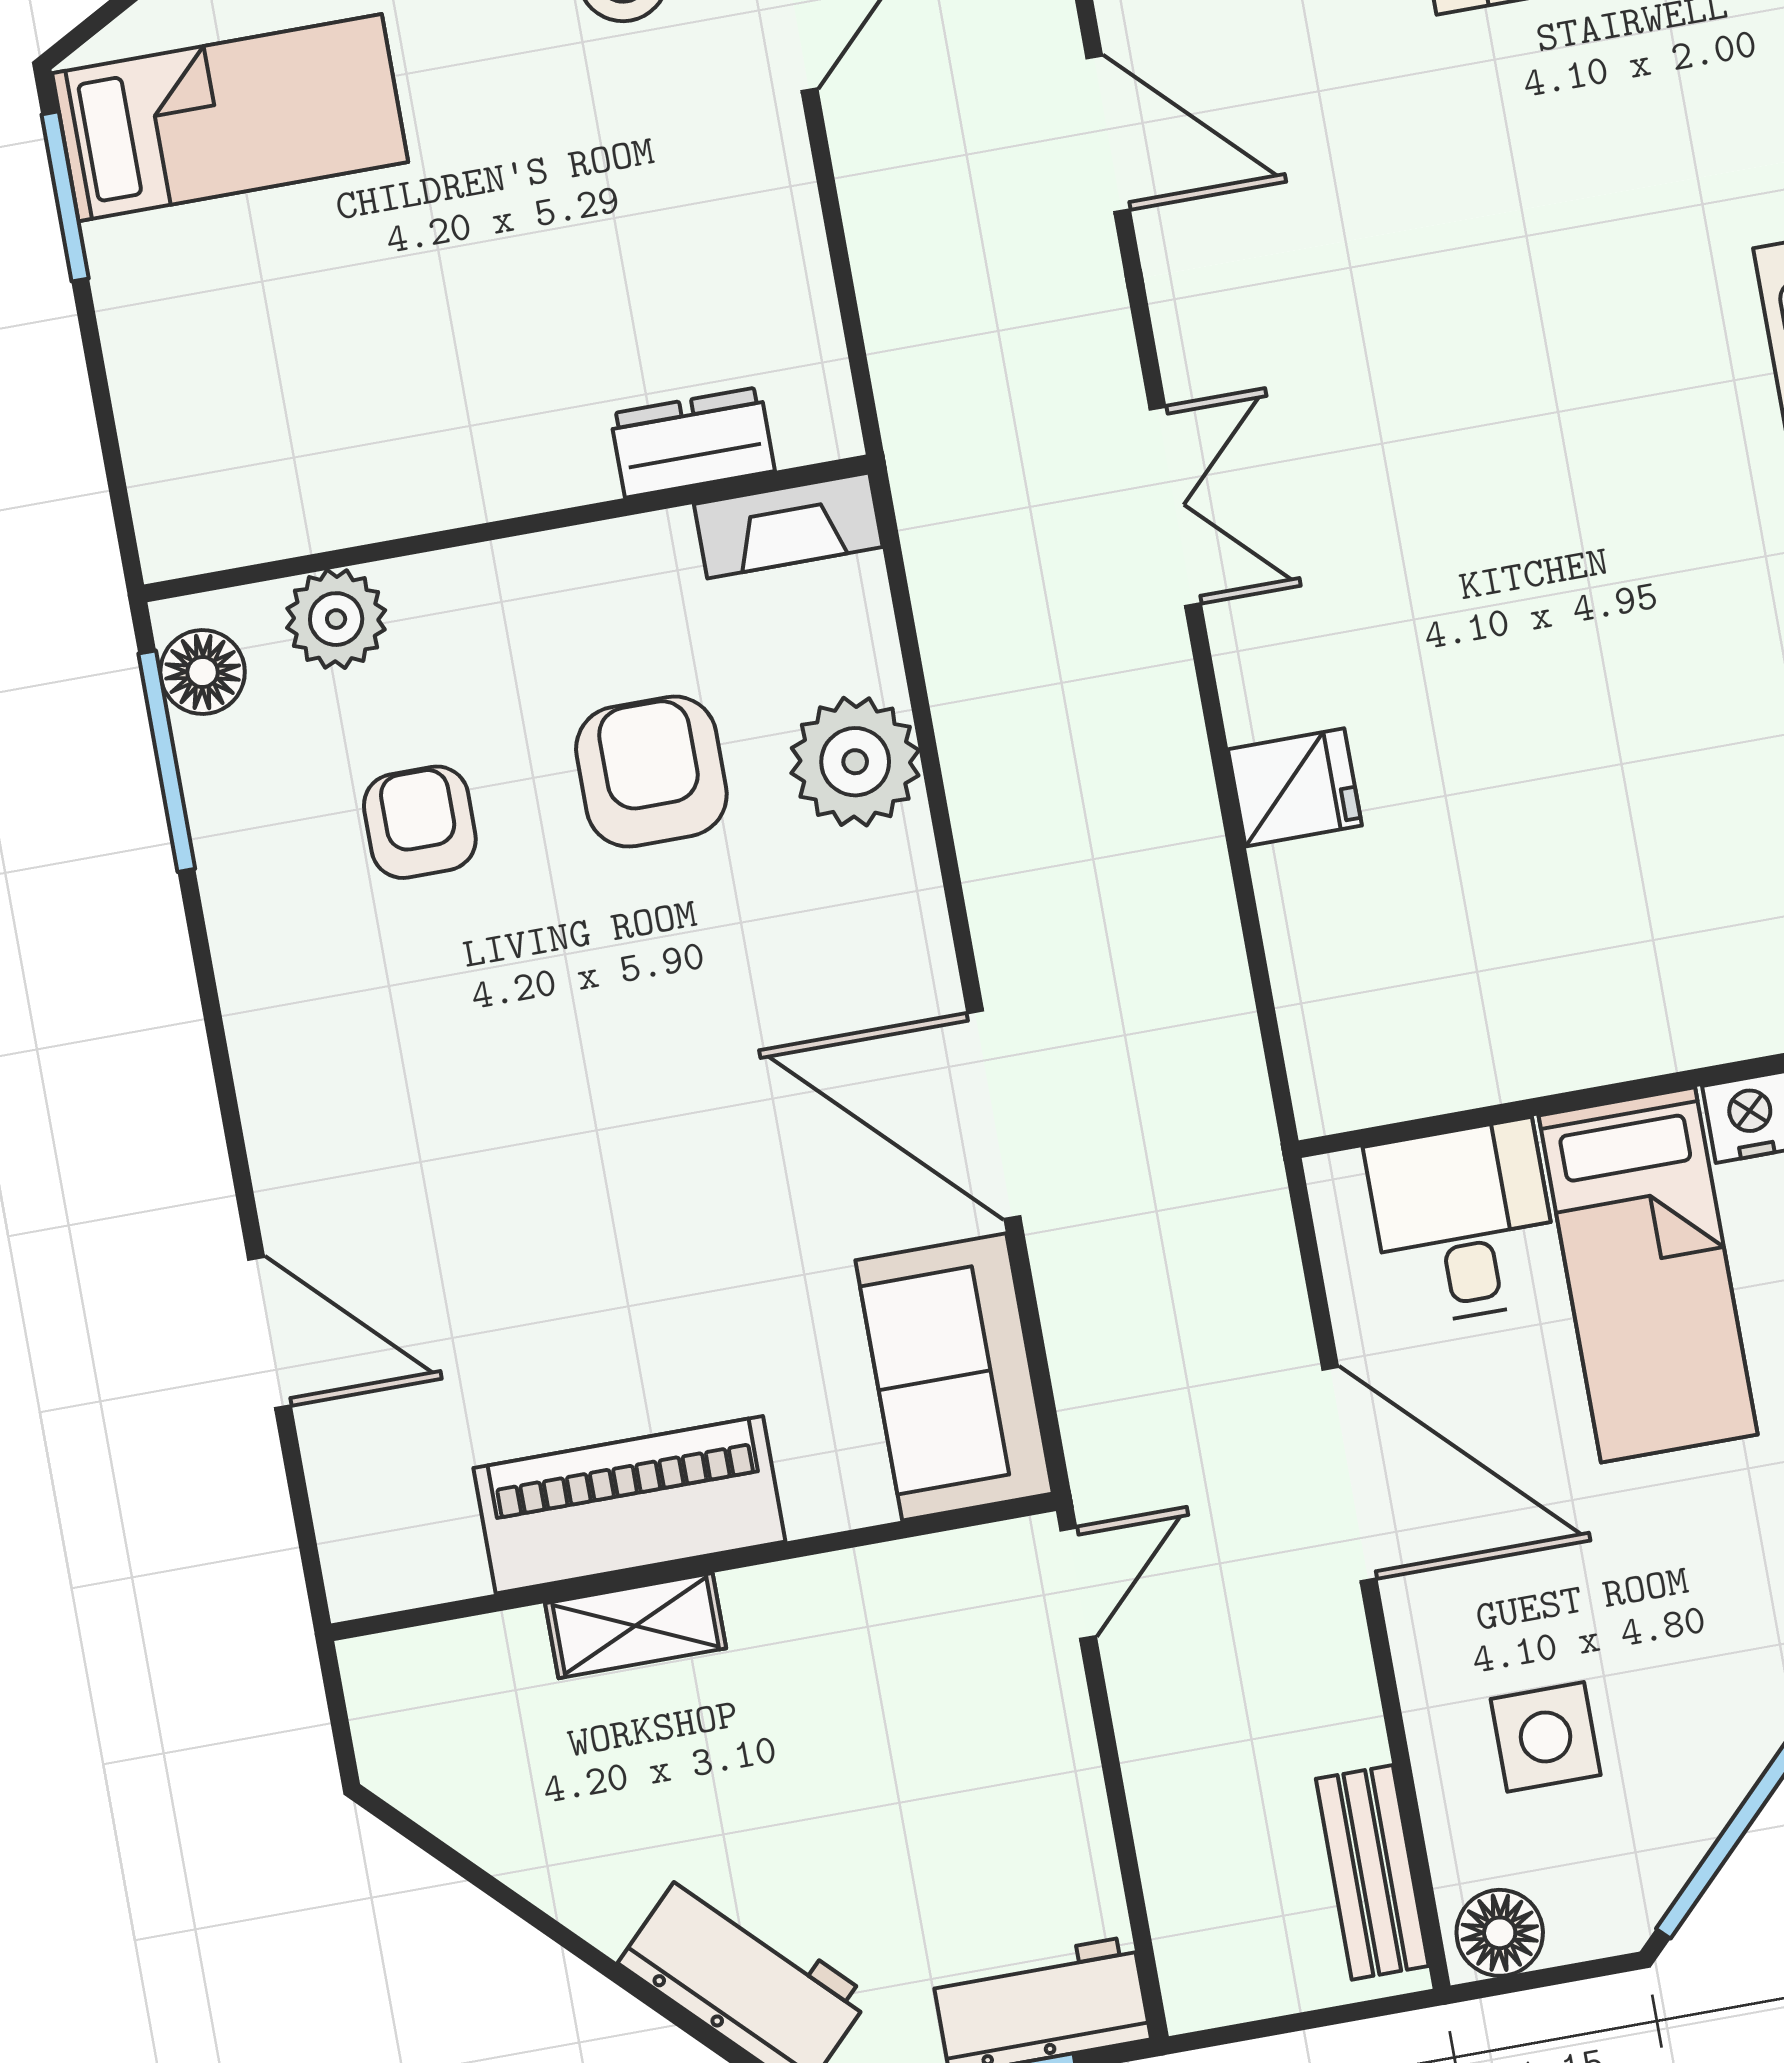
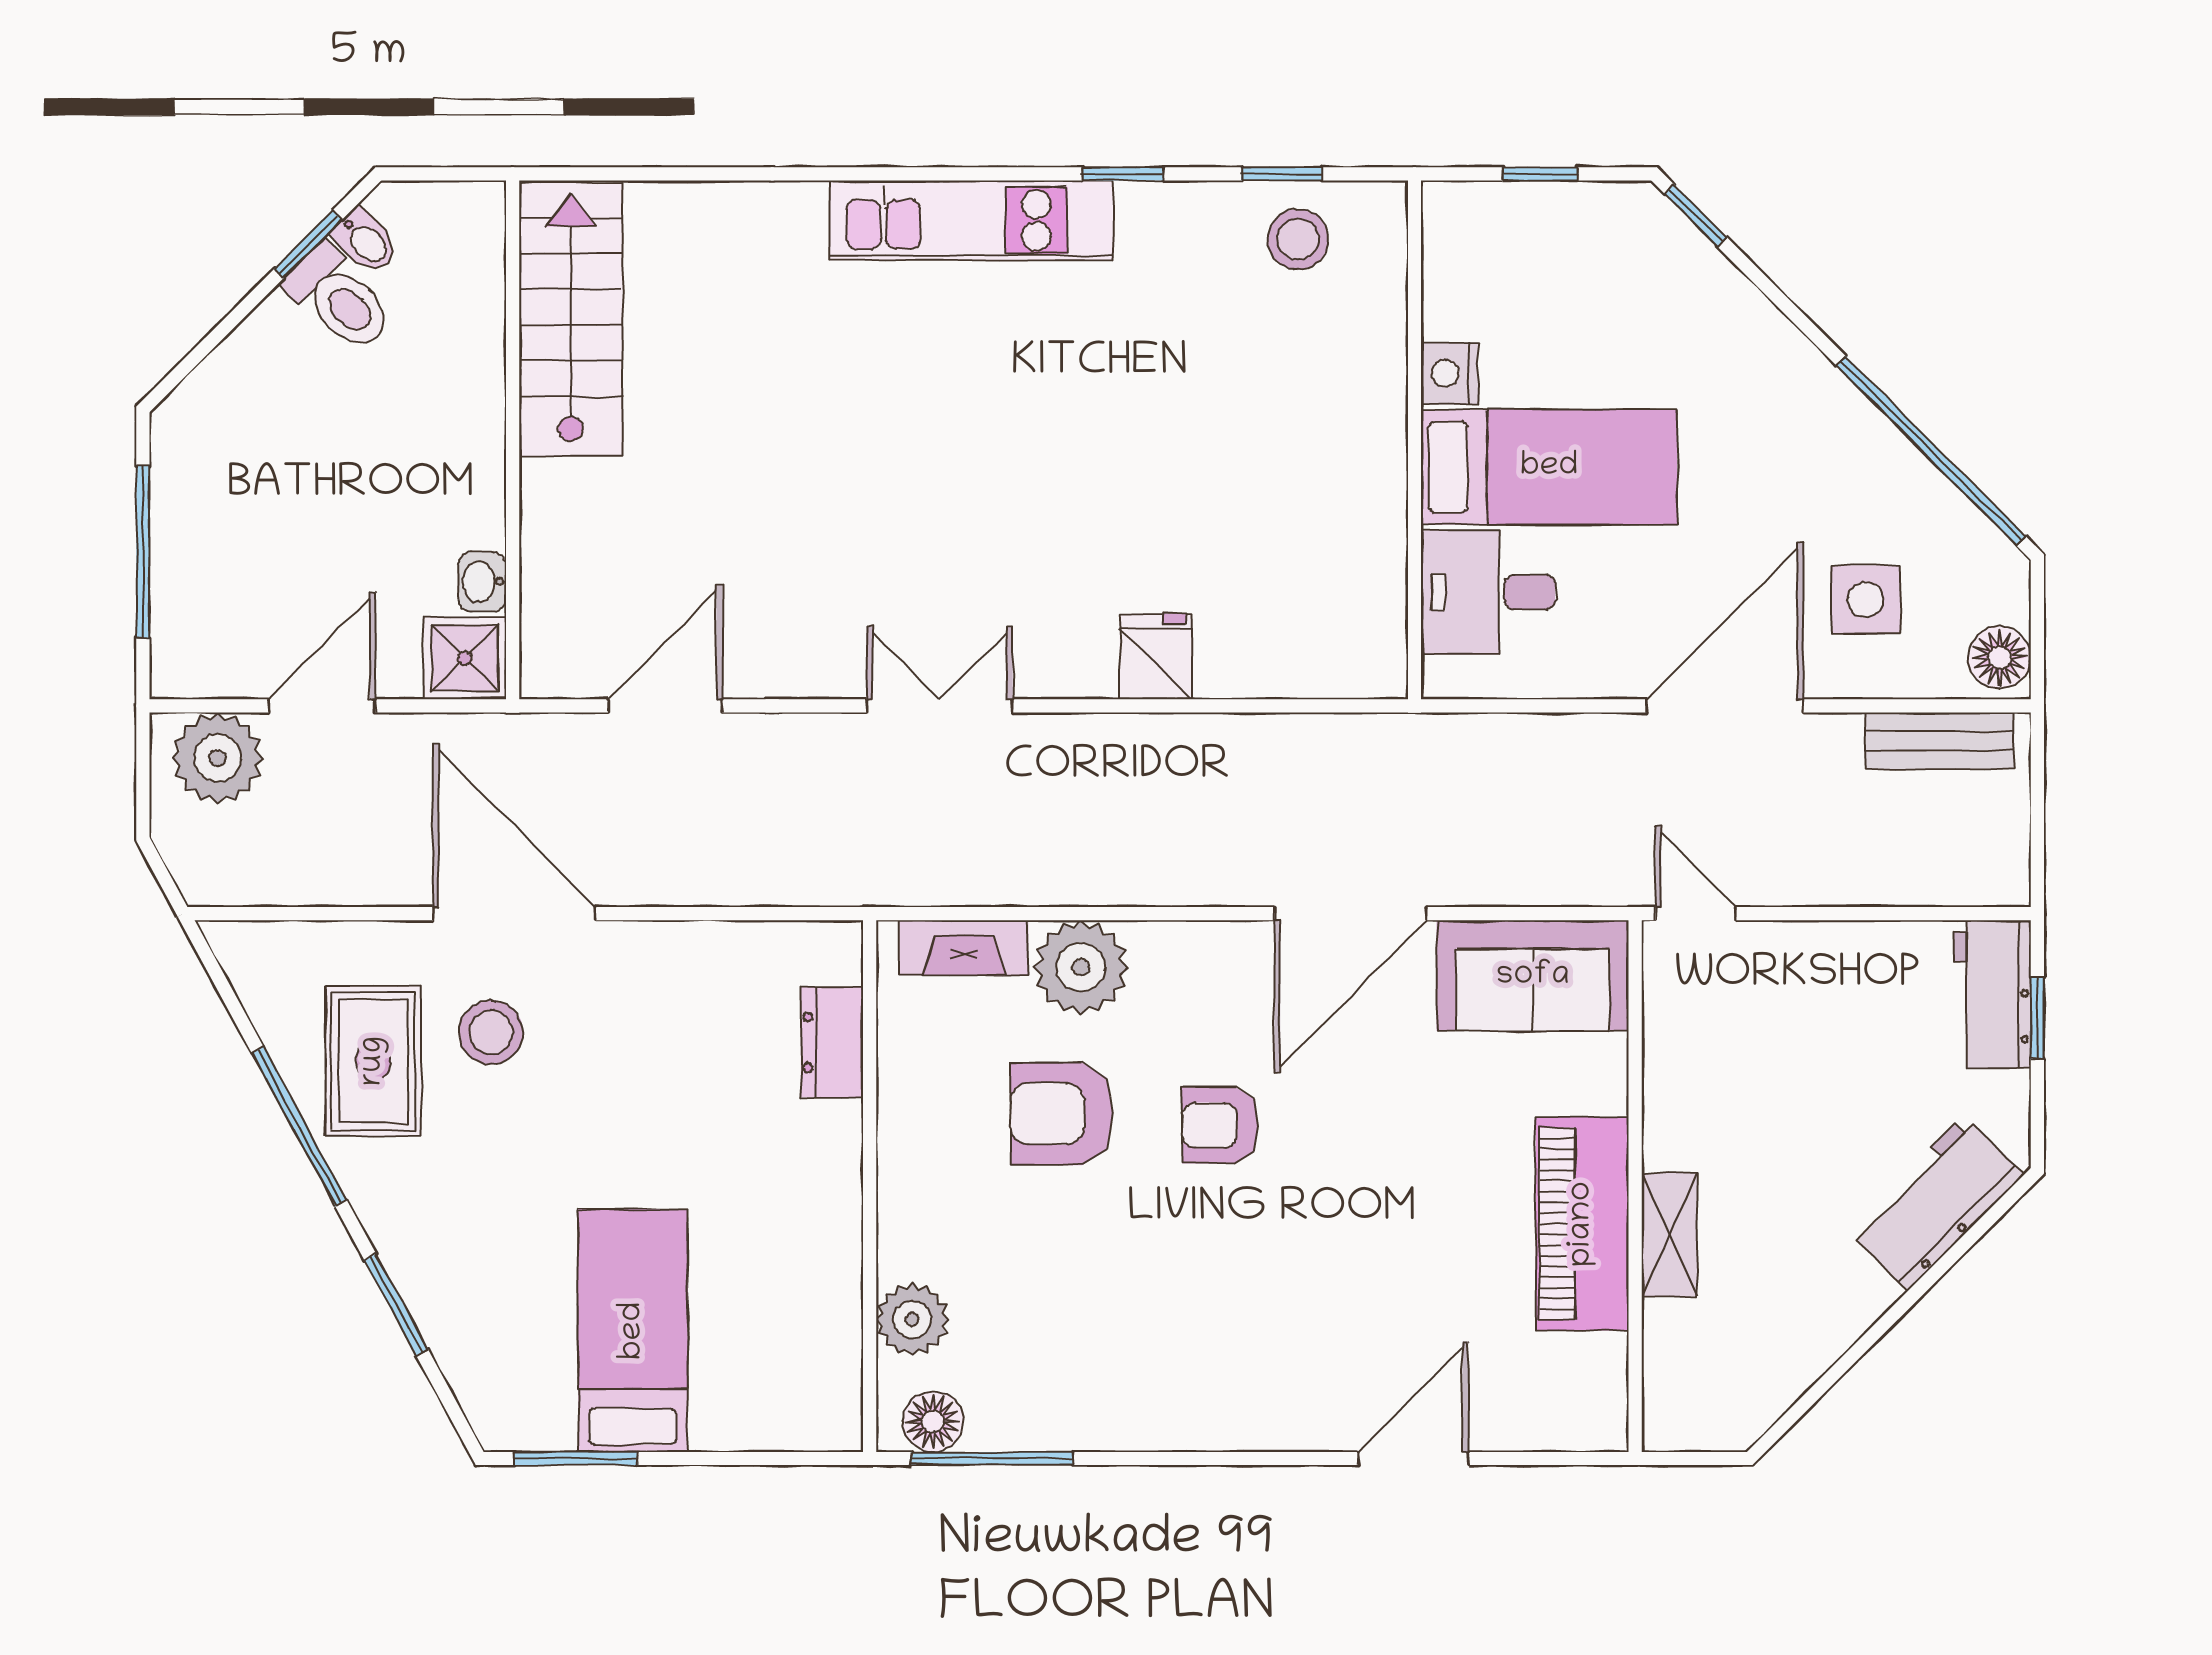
bed: (230, 118) -> (633, 1331), moved
fireplace: (788, 525) -> (964, 948), moved, turned 90
armchair: (420, 822) -> (1220, 1125), moved
door: (1349, 1474) -> (1725, 706), moved

